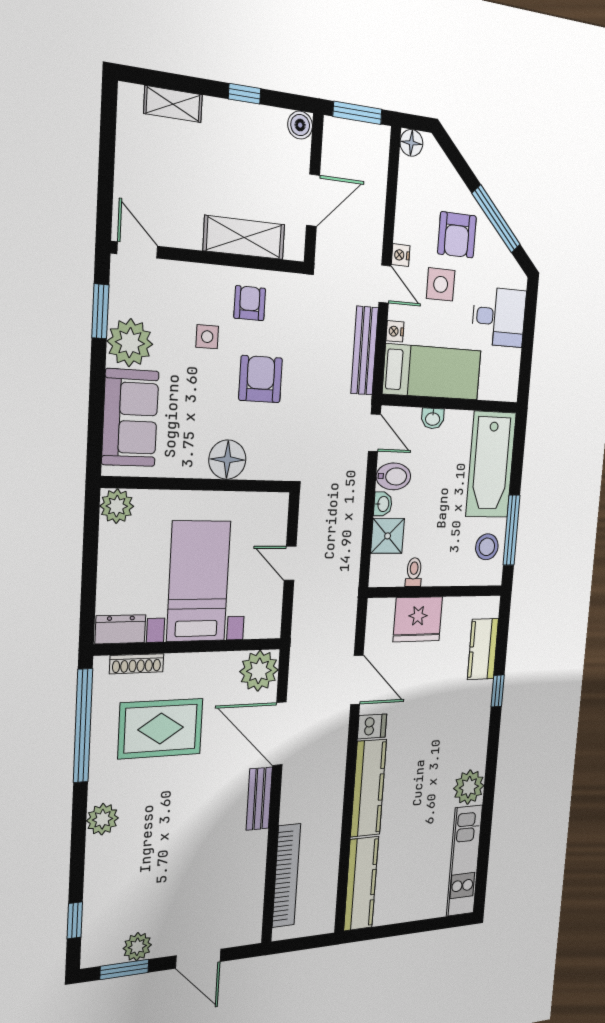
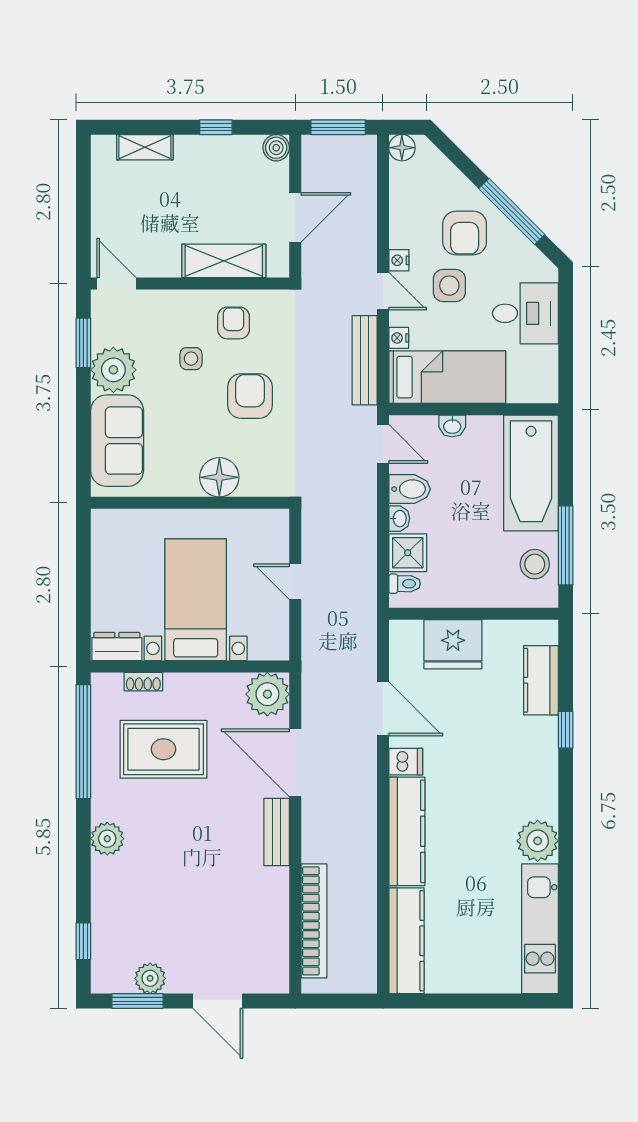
plant: (117, 506) -> (108, 526), removed
toilet: (414, 572) -> (405, 584), moved, turned 90
shoe rack: (137, 664) -> (143, 682), width x0.70

